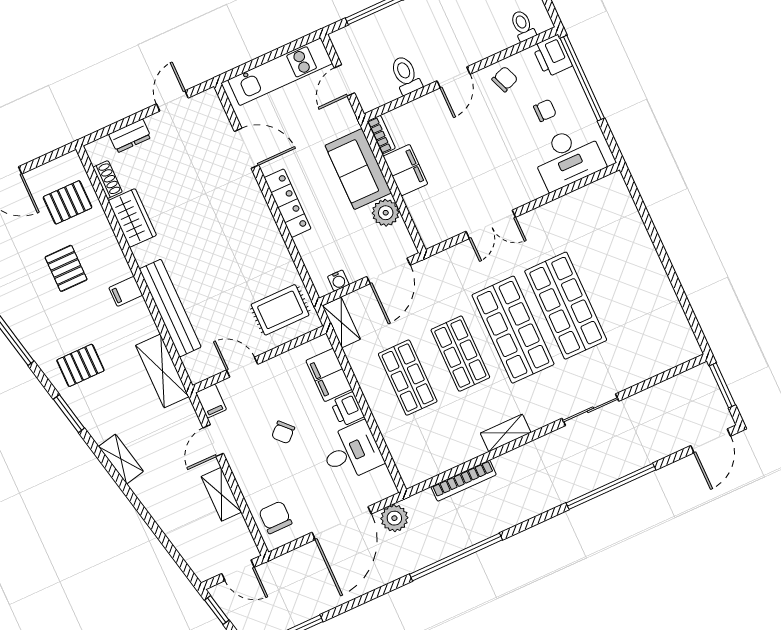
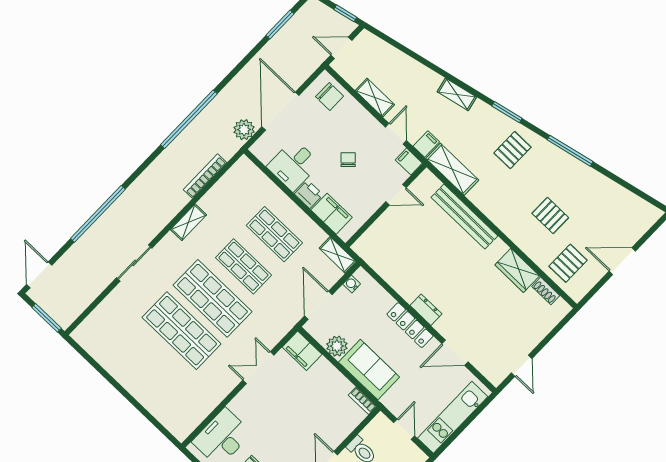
dresser: (130, 136) -> (426, 310), moved, turned 90
filing cabinet: (405, 170) -> (302, 351), moved
filing cabinet: (126, 291) -> (426, 144), moved
rug: (280, 310) -> (385, 246), removed

